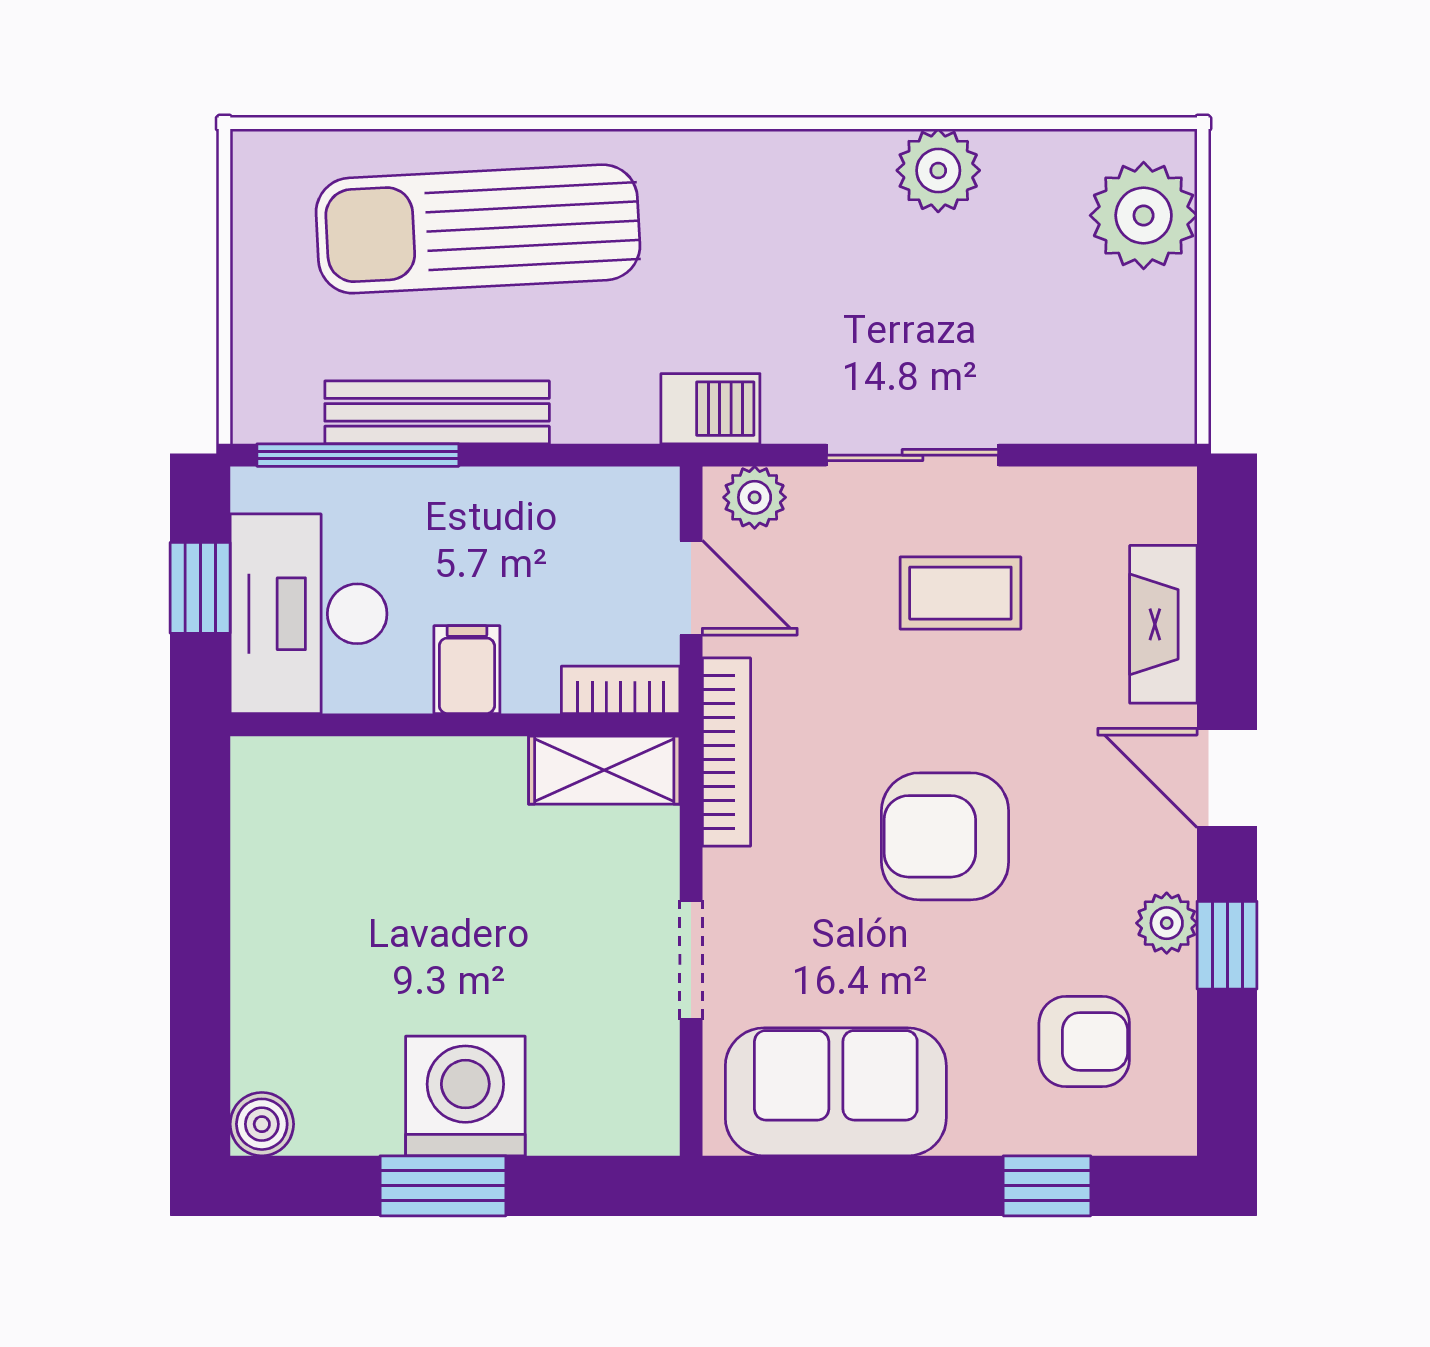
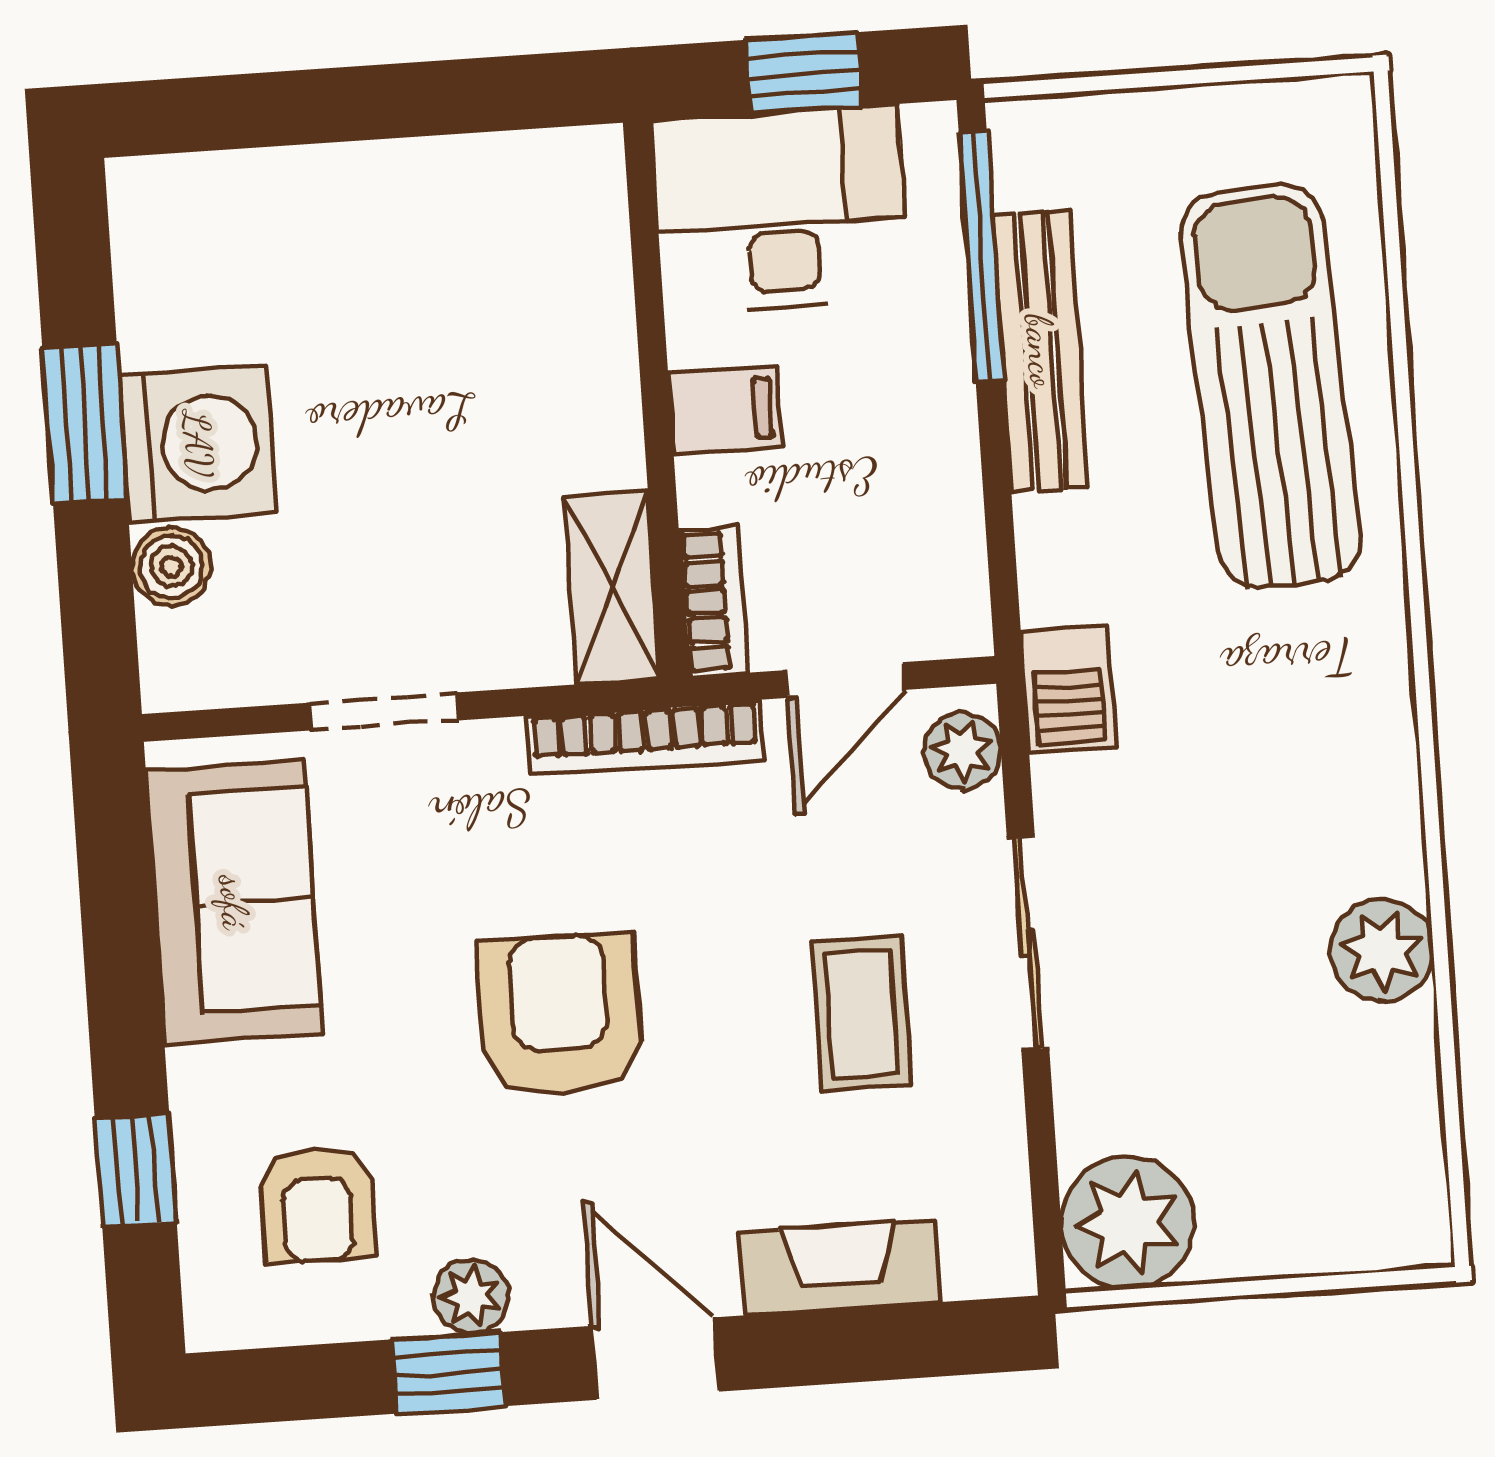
plant: (1144, 215) -> (1127, 1223), moved
door: (1227, 778) -> (655, 1359), hinge flipped
boiler: (262, 1124) -> (171, 567), moved

